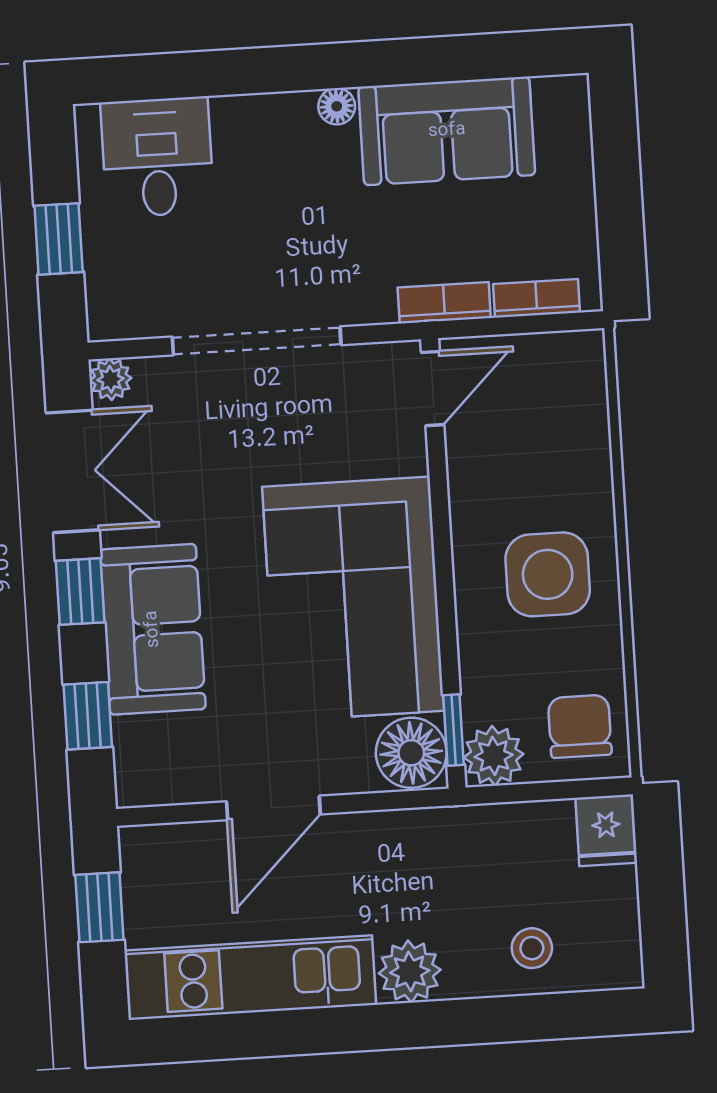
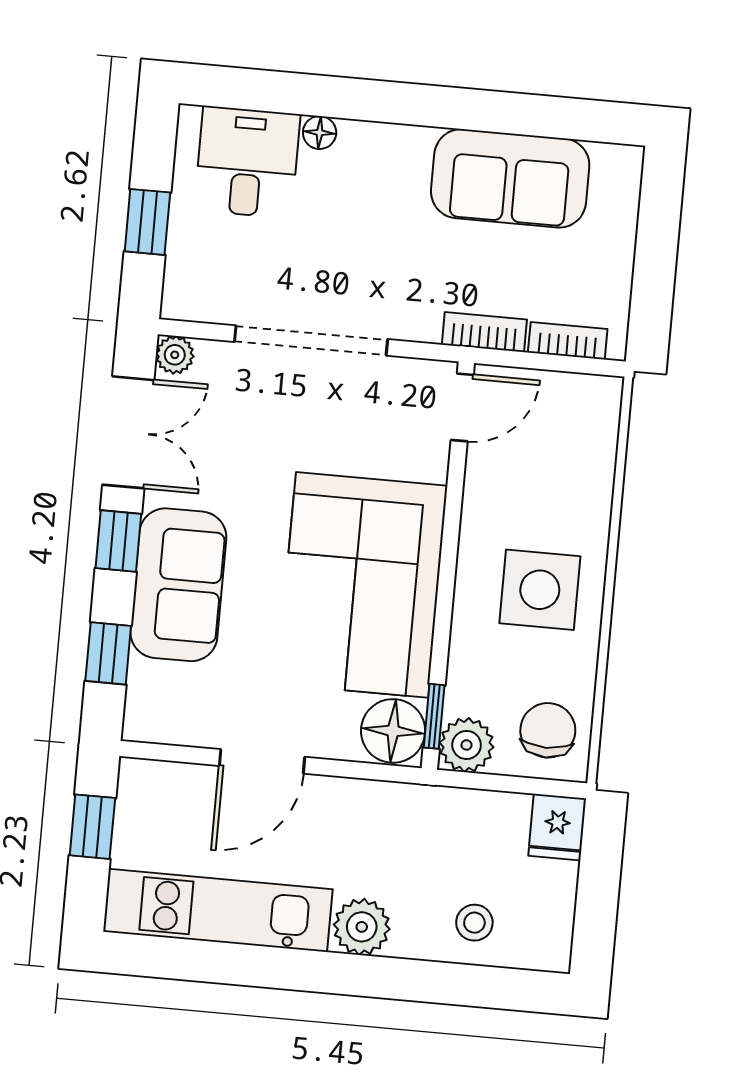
floor lamp: (337, 106) -> (320, 133), moved

